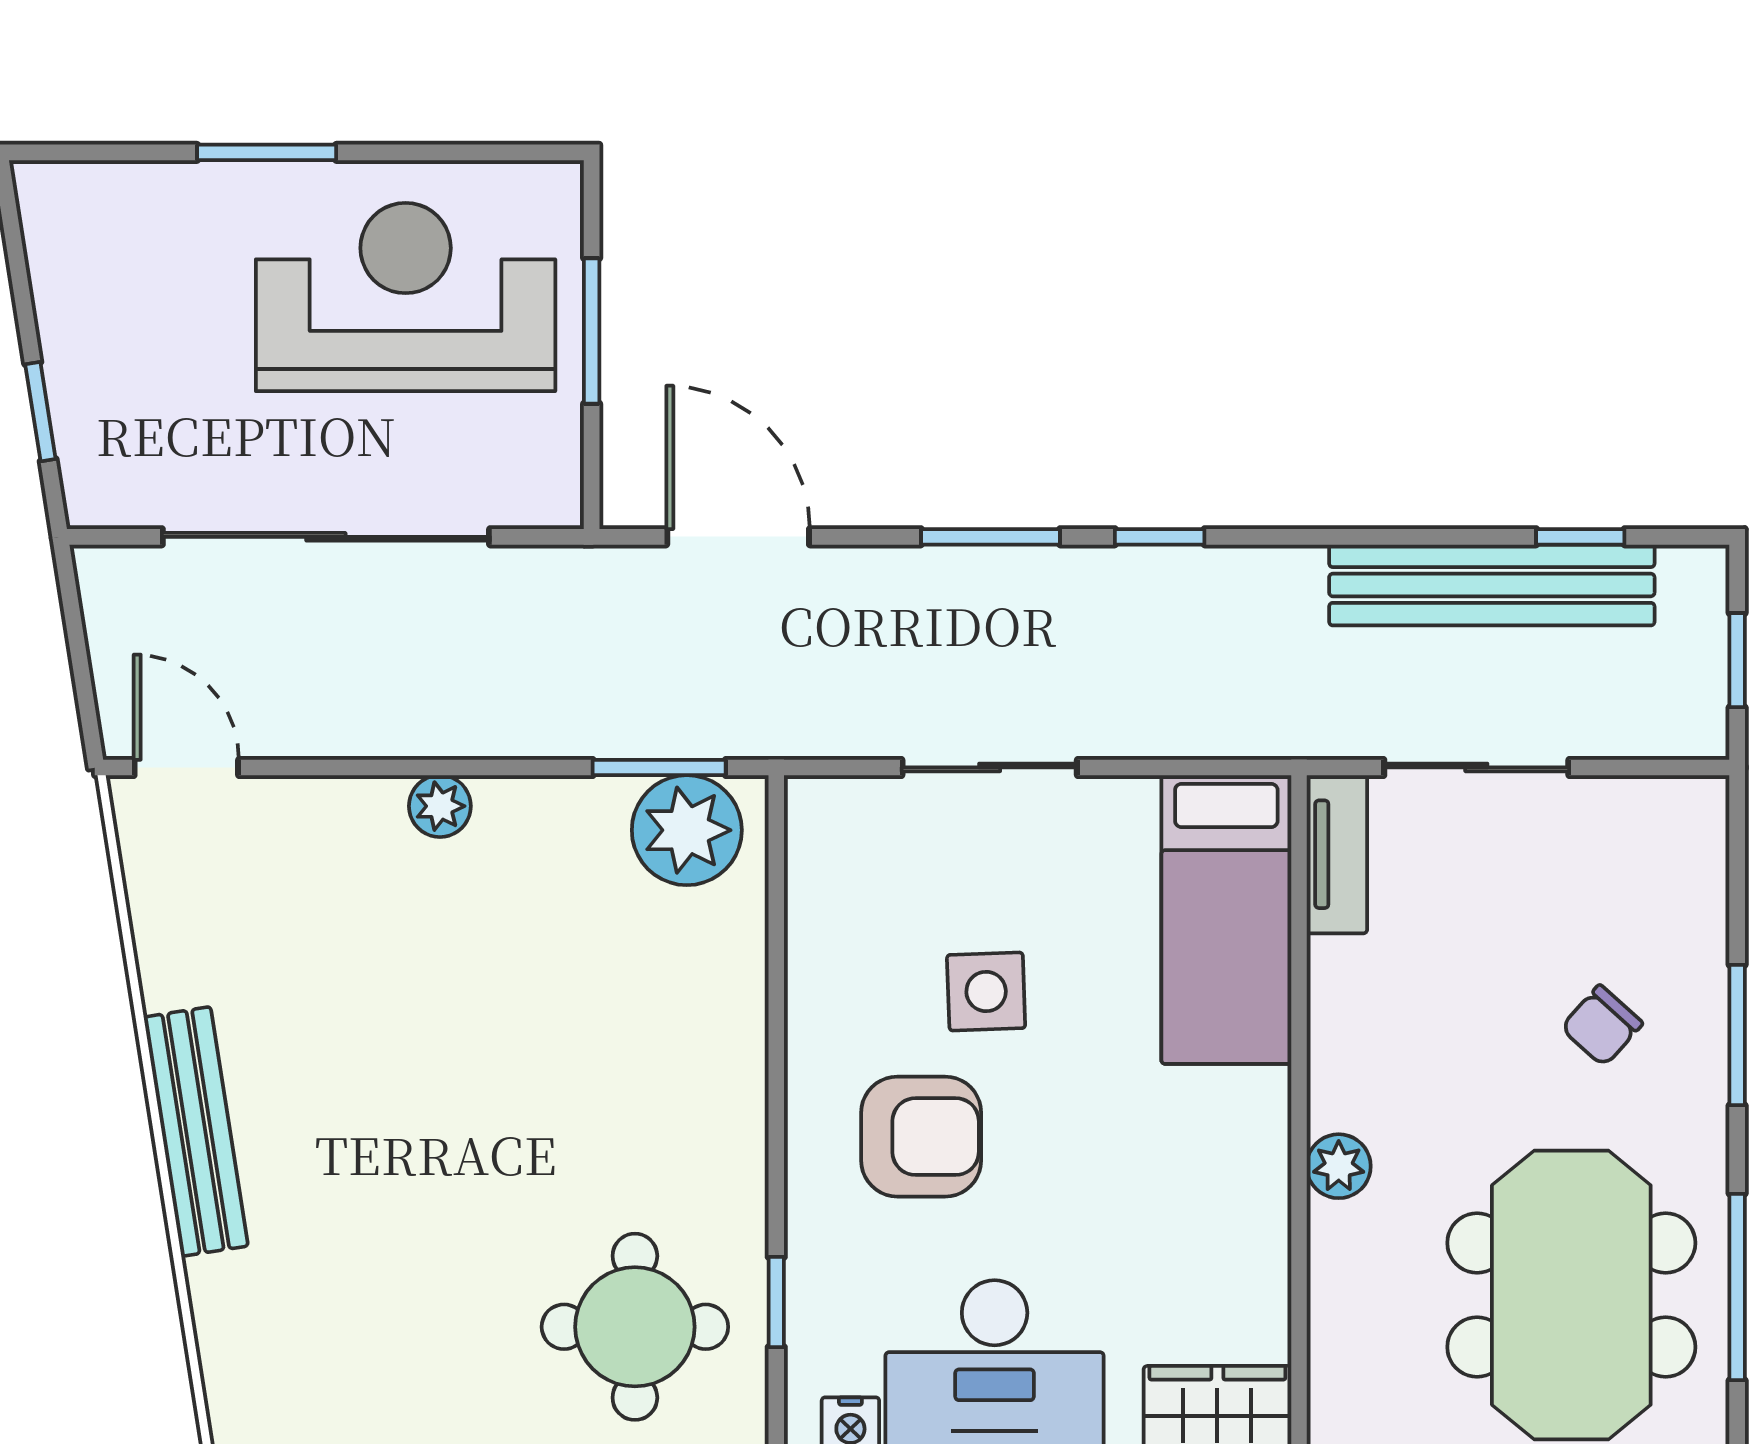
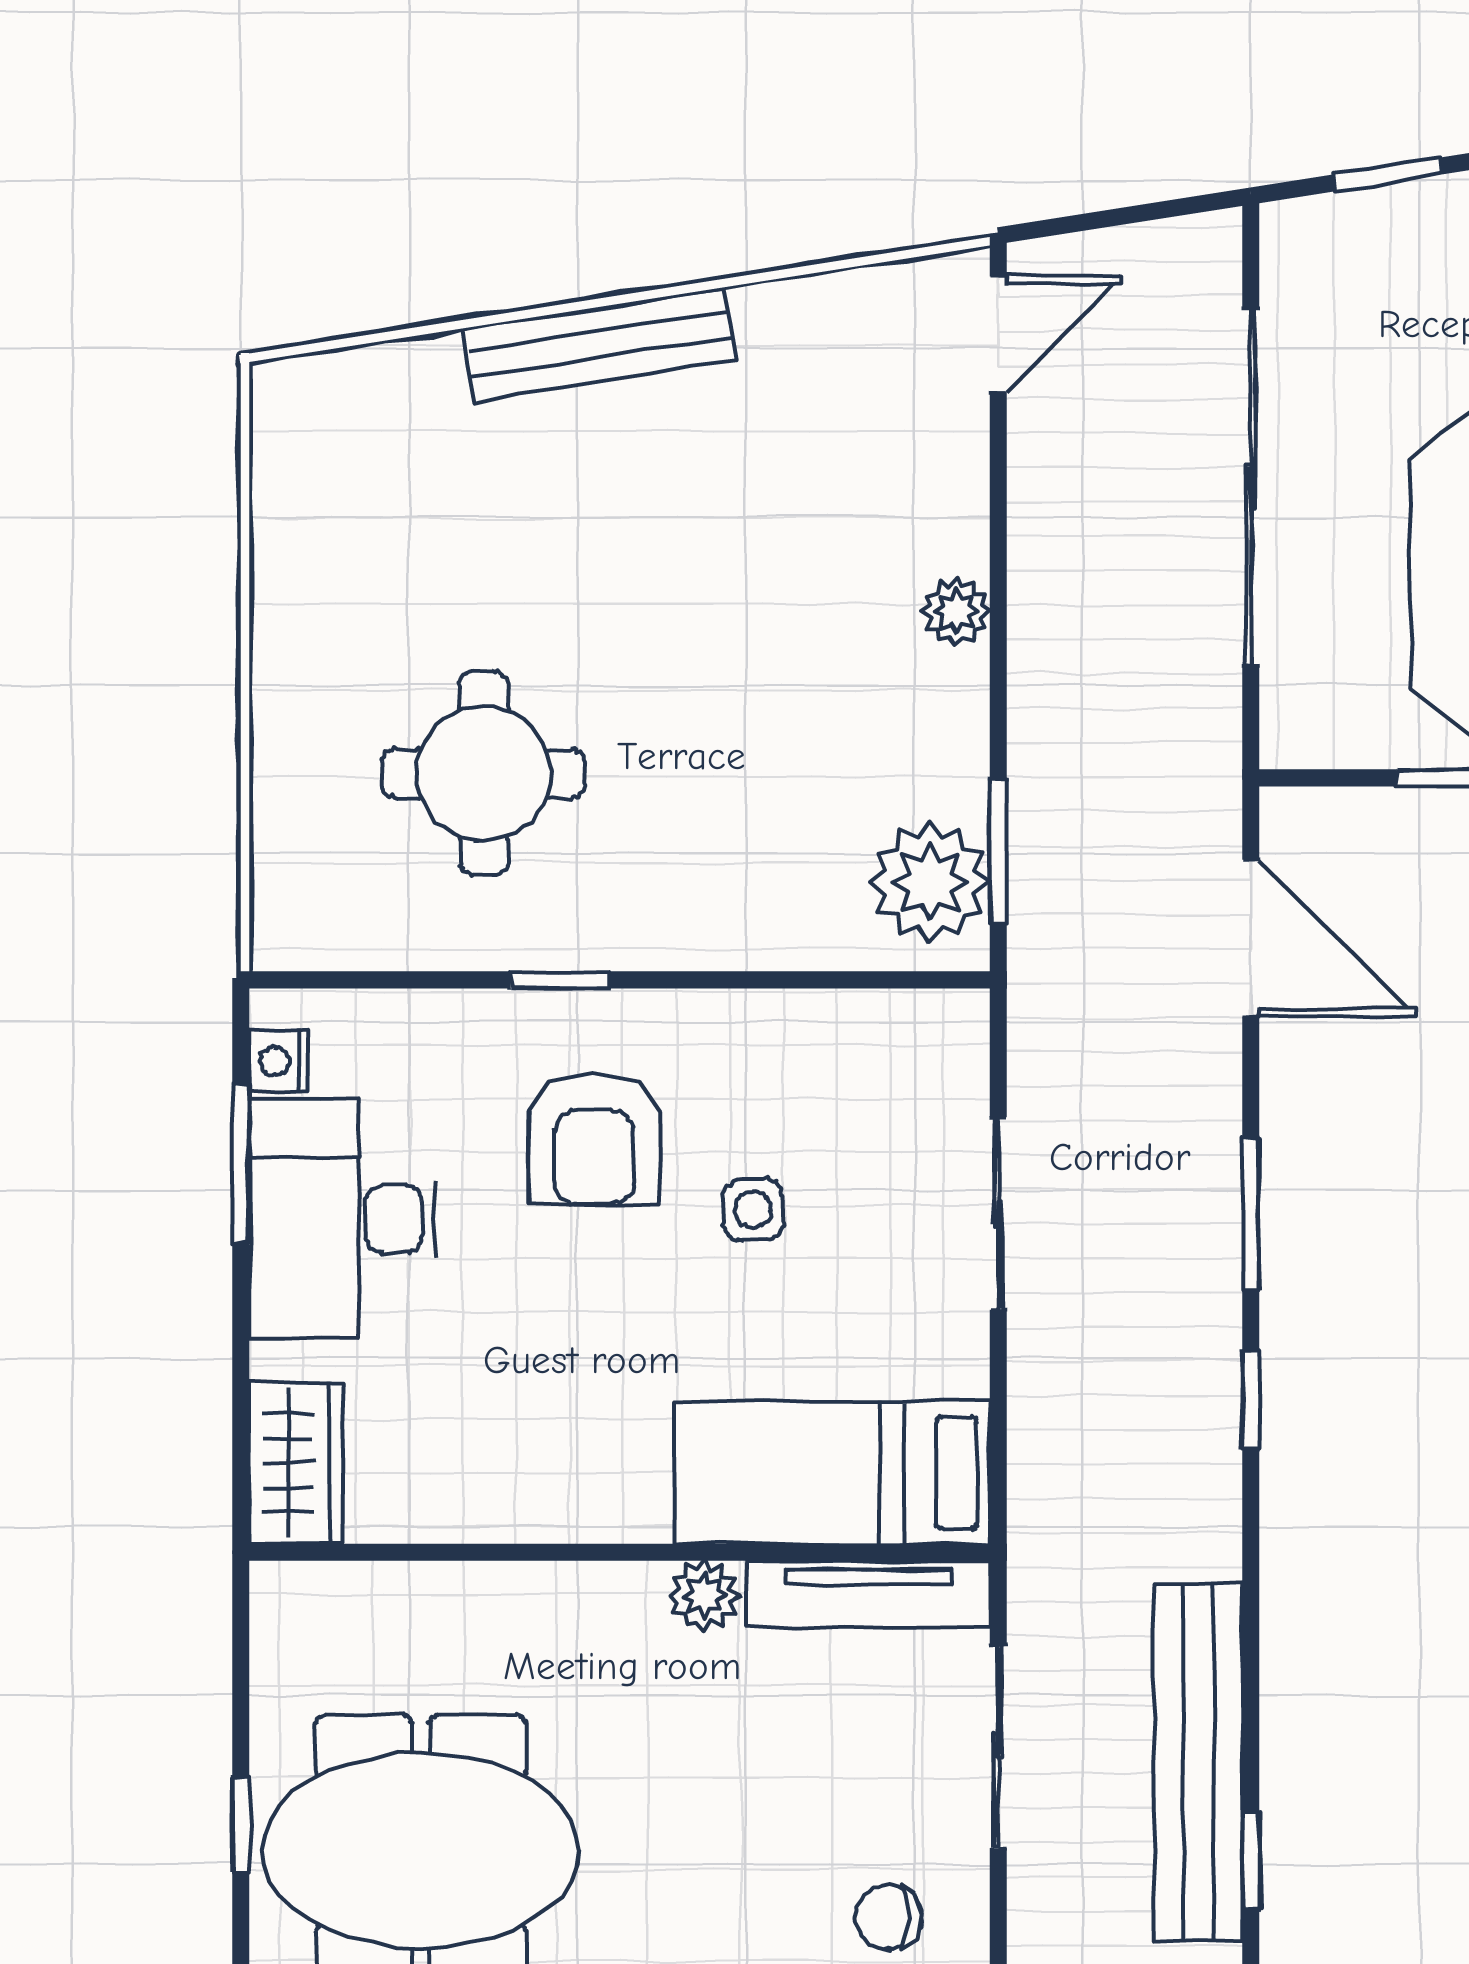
door: (738, 537) -> (1251, 938), hinge flipped
tv unit: (1337, 854) -> (868, 1594), width x1.41
side table: (986, 992) -> (753, 1210), width x0.73, depth x0.73
chair: (1602, 1026) -> (888, 1917), moved, turned -42
plant: (1339, 1166) -> (704, 1596), moved
window: (776, 1302) -> (560, 980), moved
round table: (635, 1327) -> (484, 773), moved

